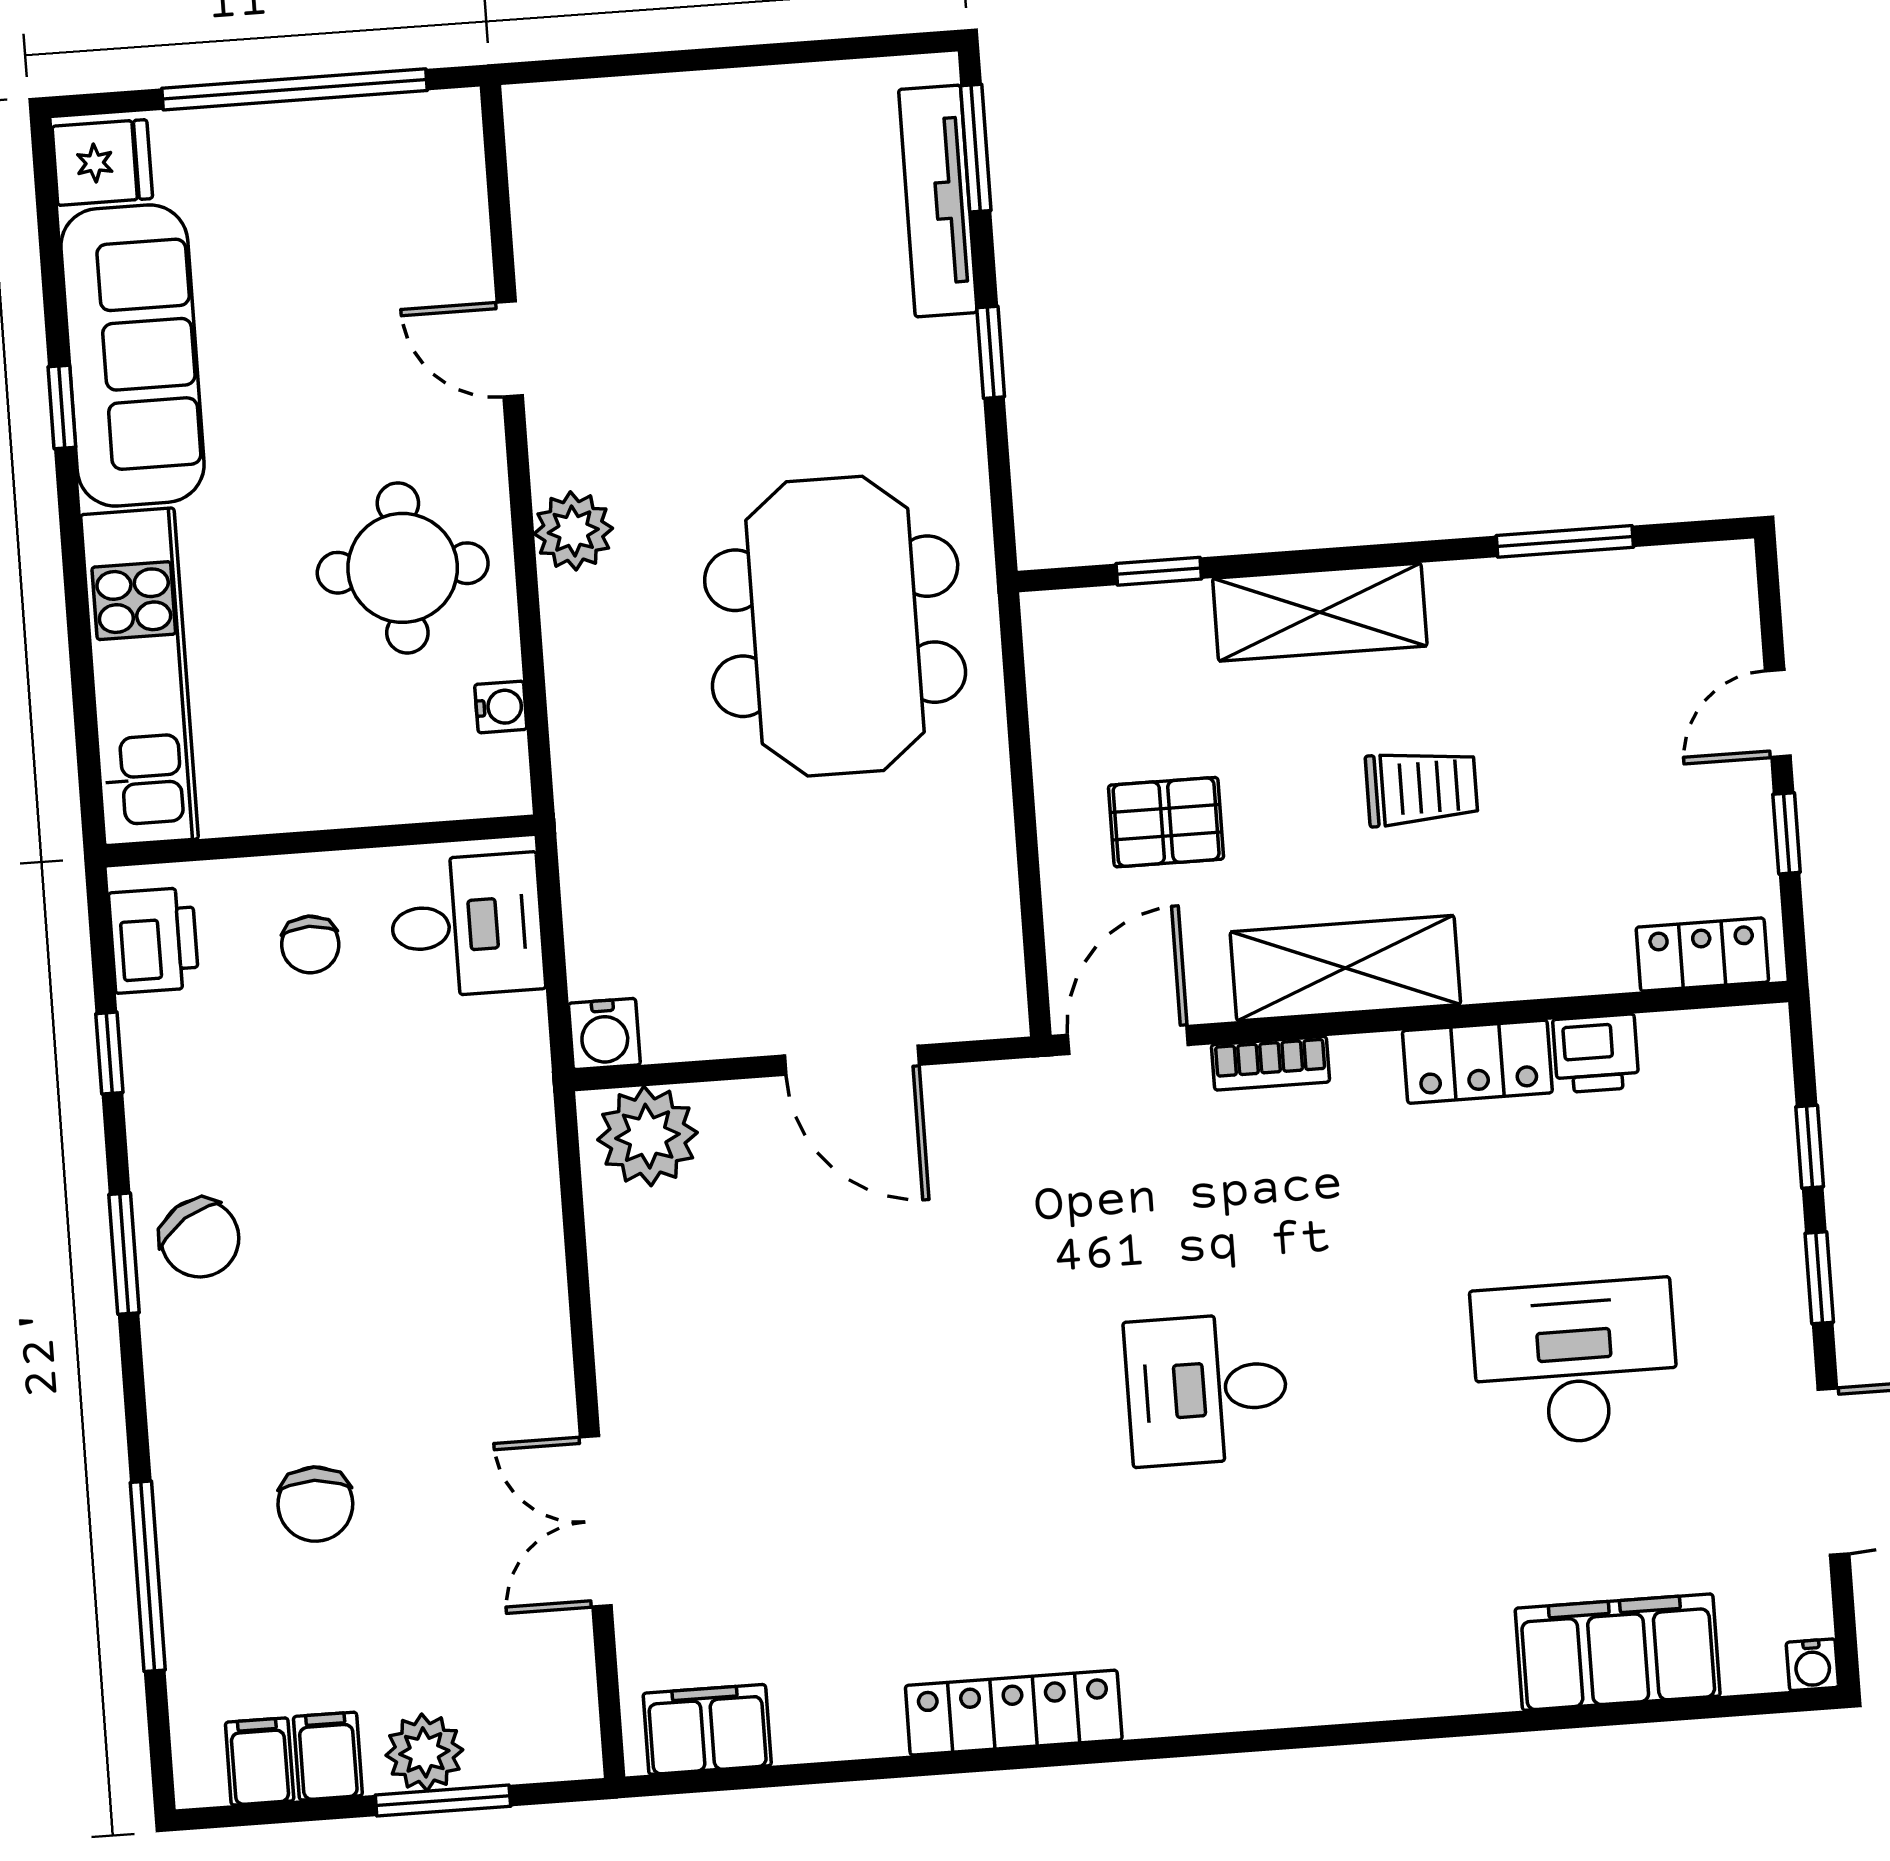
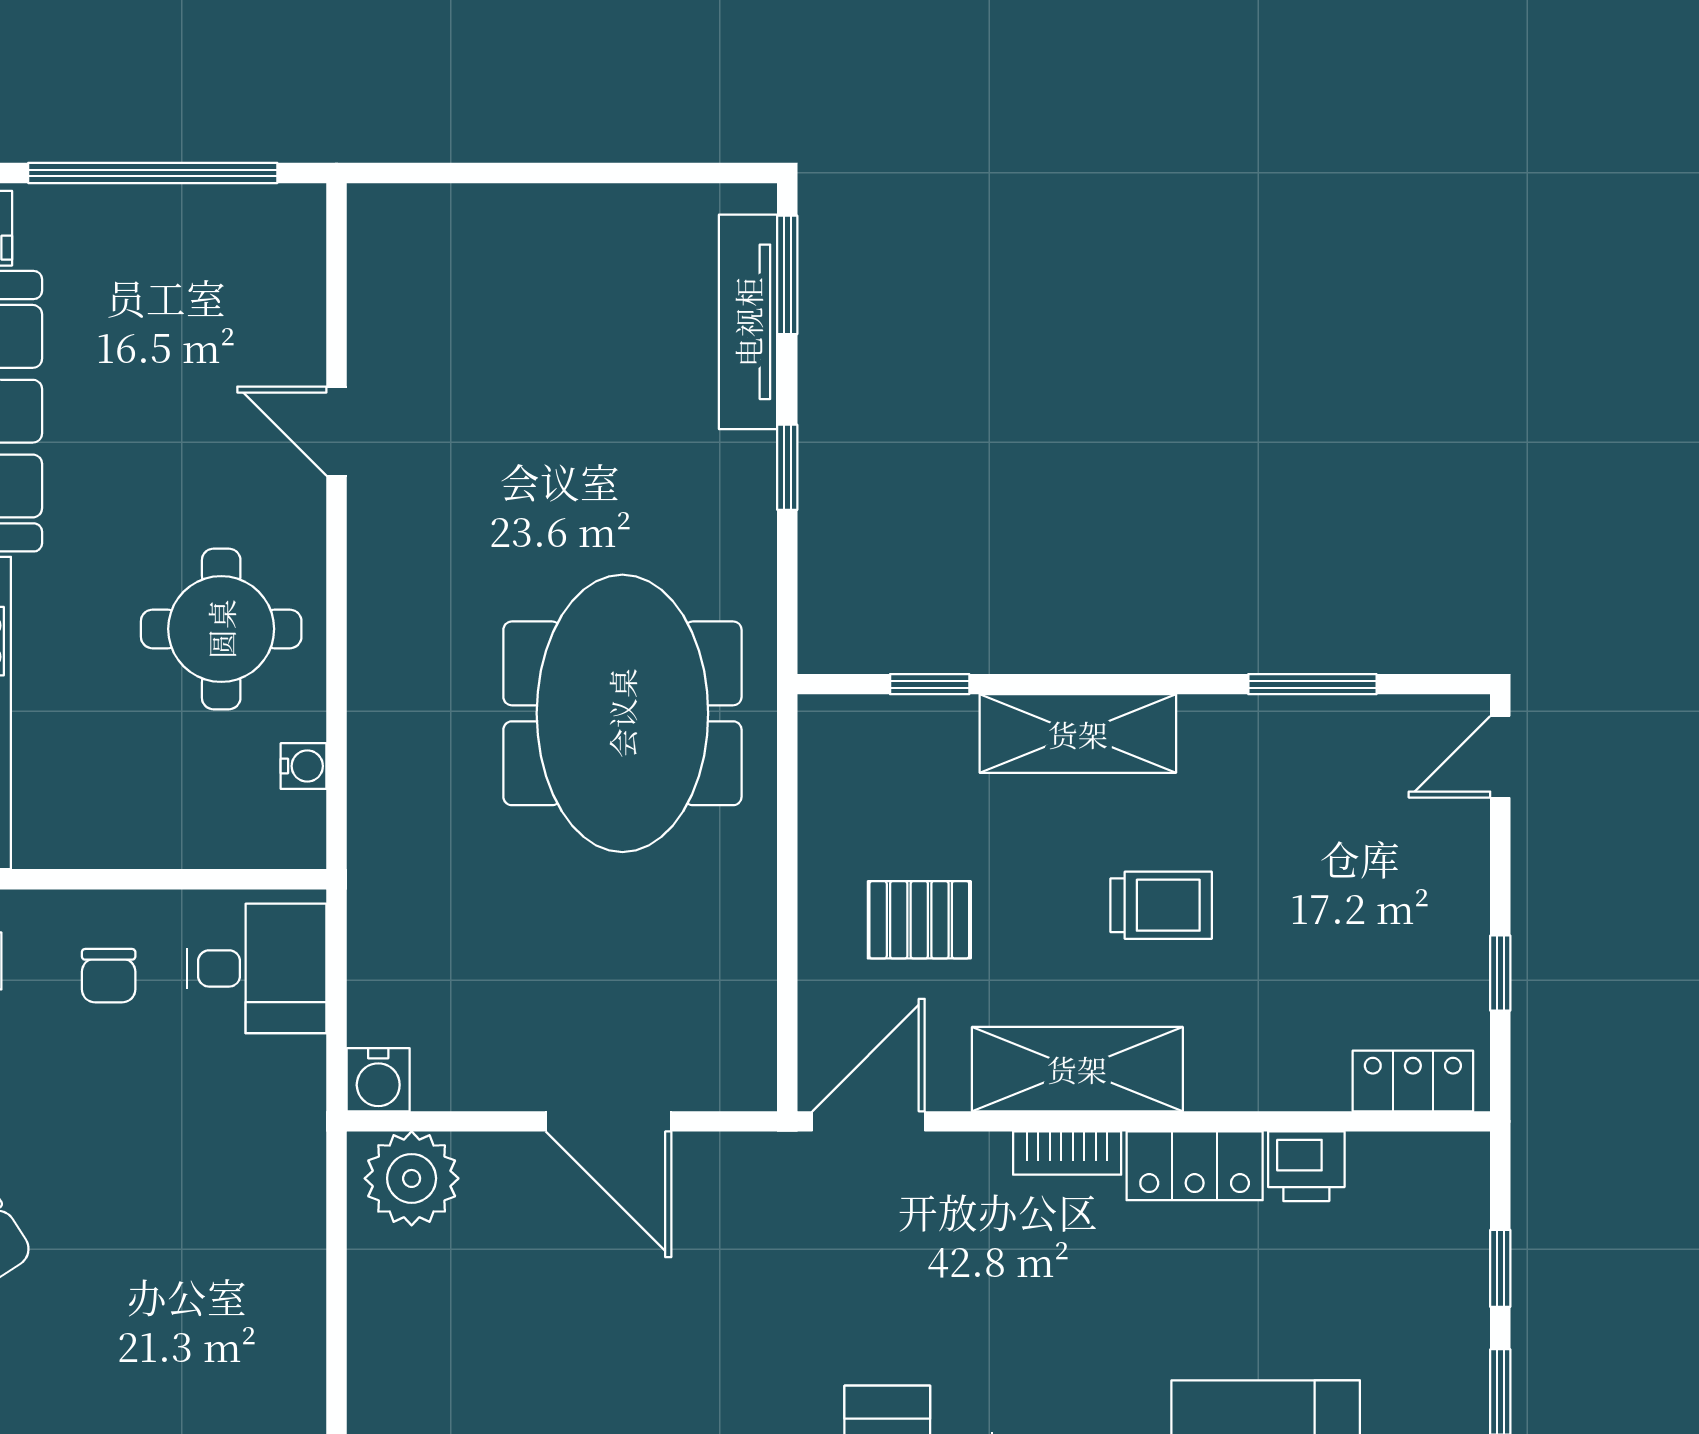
plant: (573, 531) -> (384, 606), removed
door: (1778, 713) -> (1500, 757), moved
bookcase: (1271, 1063) -> (1067, 1153), moved

